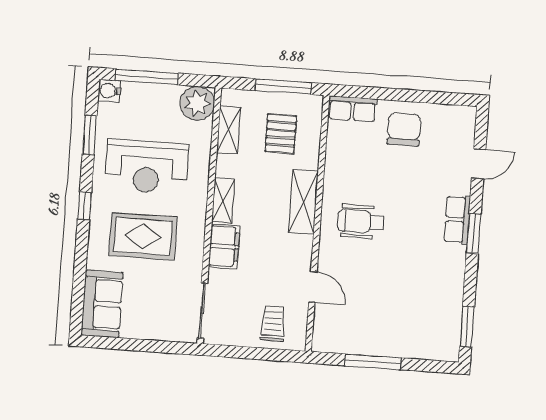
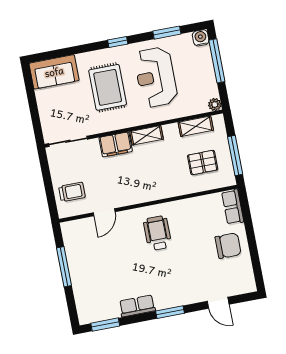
plant: (197, 103) -> (215, 105), width x0.53, depth x0.53
shelving: (303, 202) -> (160, 190), removed
row of seats: (457, 220) -> (137, 306), moved

